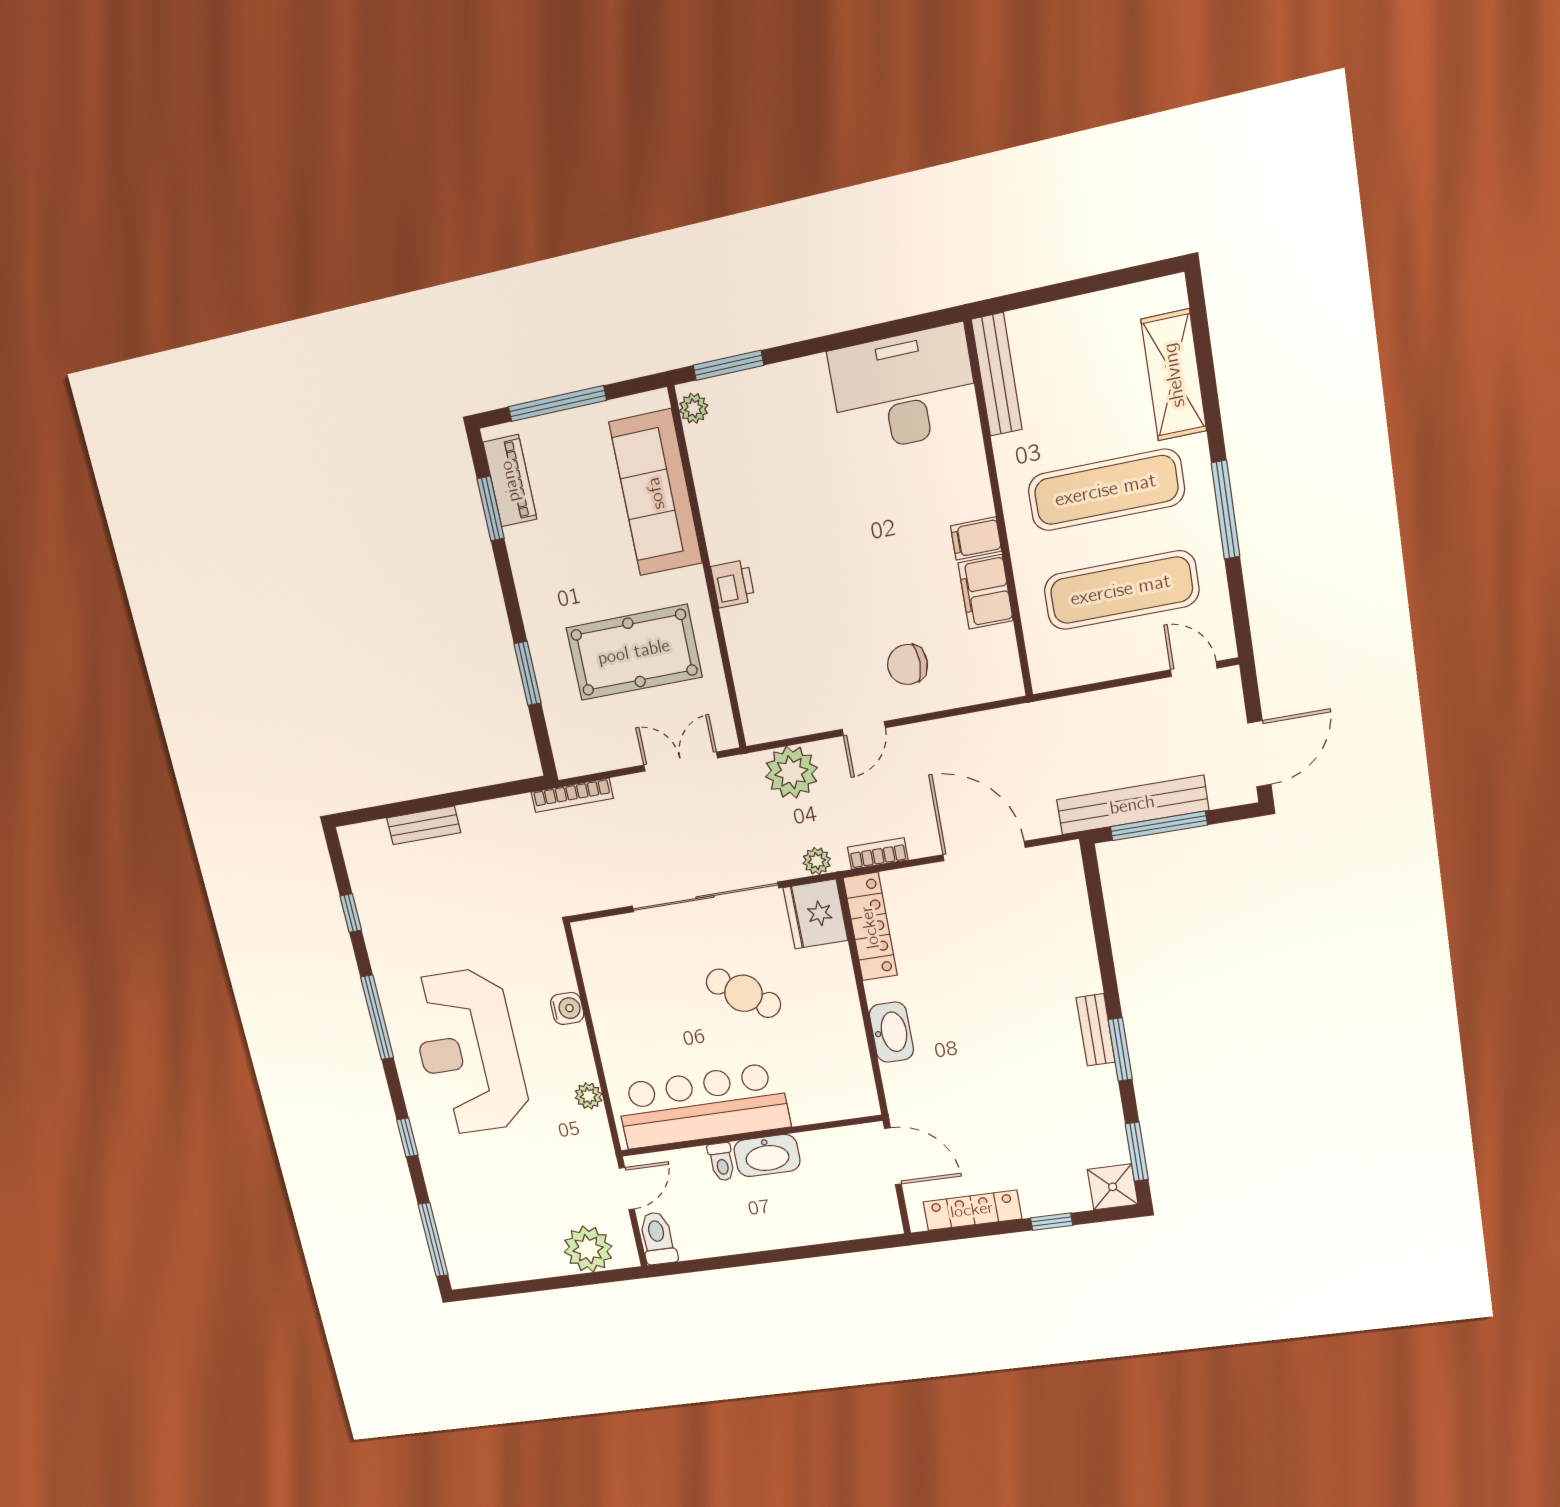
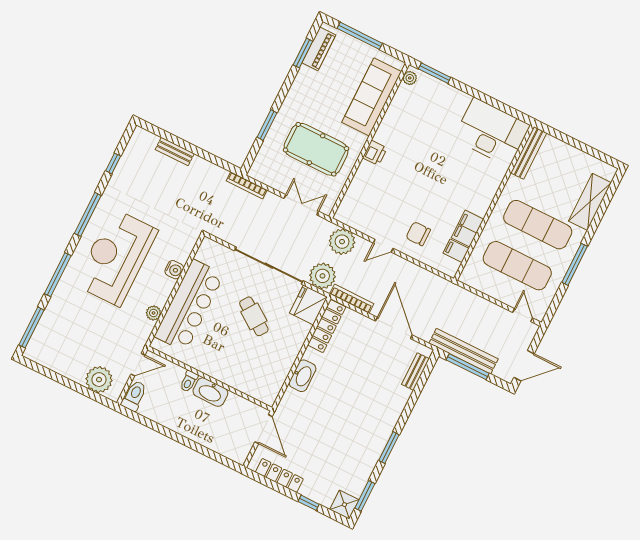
filing cabinet: (976, 539) -> (456, 251), moved
bookcase: (878, 854) -> (352, 299), width x1.56
plant: (817, 861) -> (323, 276), width x1.88, depth x1.88
bench: (1096, 1030) -> (415, 372), moved
bar counter: (702, 1106) -> (189, 305), moved, turned 90
window: (407, 1137) -> (58, 275), width x2.17

